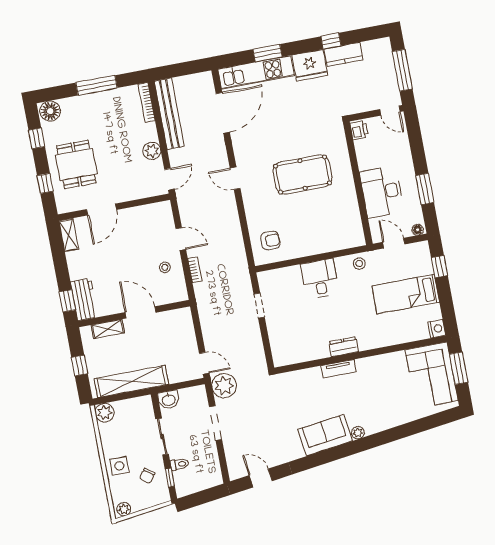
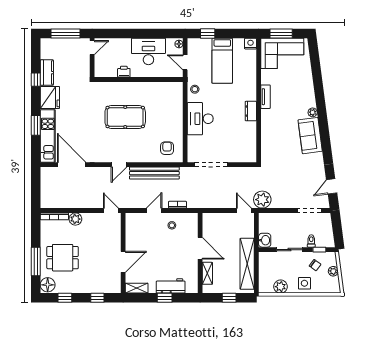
window: (97, 85) -> (36, 261), moved
bench: (169, 114) -> (154, 173), moved
printer: (359, 130) -> (124, 72), moved
plant: (152, 151) -> (75, 219), moved
dining table: (76, 164) -> (63, 258), moved
pool table: (303, 174) -> (125, 117), turned 90
window: (425, 189) -> (151, 34), removed
desk: (382, 192) -> (148, 51), moved, turned 180
door: (102, 209) -> (123, 262), hinge flipped
door: (394, 243) -> (185, 62), hinge flipped
desk: (320, 279) -> (200, 119), width x1.37
workbench: (84, 299) -> (171, 286), moved
window: (67, 301) -> (165, 298), moved
doorway: (259, 306) -> (211, 165), width x1.88
door: (141, 312) -> (200, 248), swing flipped
door: (204, 363) -> (244, 211), hinge flipped
tv unit: (338, 369) -> (266, 97), moved
plant: (105, 413) -> (281, 287), moved
doorway: (216, 423) -> (309, 211), moved
plant: (124, 509) -> (333, 271), moved

